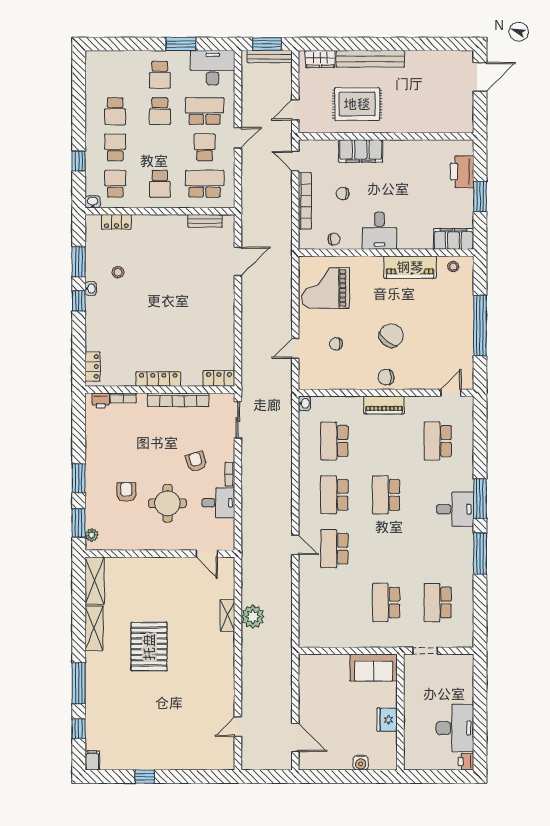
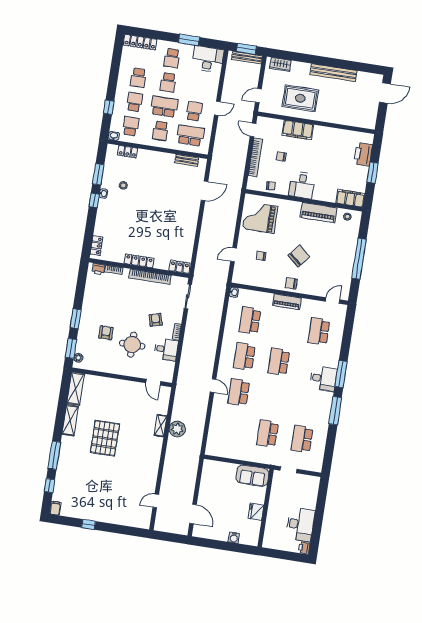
locker: (110, 59) -> (140, 42), added
bench: (370, 59) -> (333, 73), moved
school desk: (205, 111) -> (164, 107), moved

